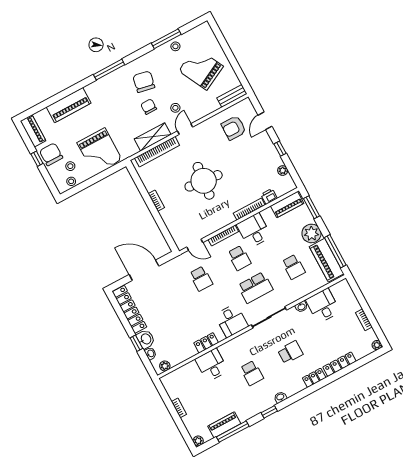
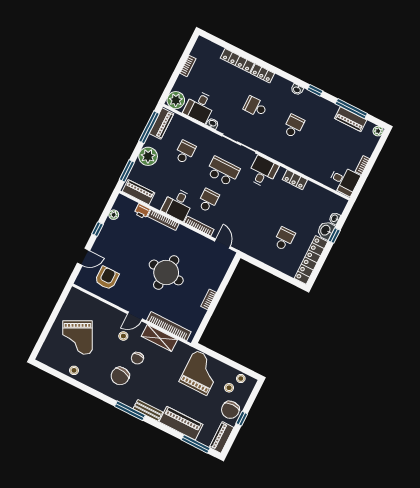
window: (166, 39) -> (196, 444), moved
bench: (232, 96) -> (148, 410), moved
armchair: (234, 128) -> (107, 278), turned -90
piano: (327, 260) -> (161, 124), width x0.73, depth x0.75
door: (144, 270) -> (271, 270), removed
school desk: (201, 279) -> (284, 239), moved
plant: (377, 345) -> (176, 100), moved, width x1.88, depth x1.88
desk: (212, 365) -> (344, 181), moved, turned -90
plant: (165, 366) -> (337, 200), removed

